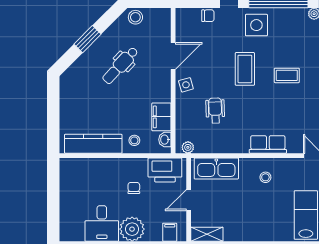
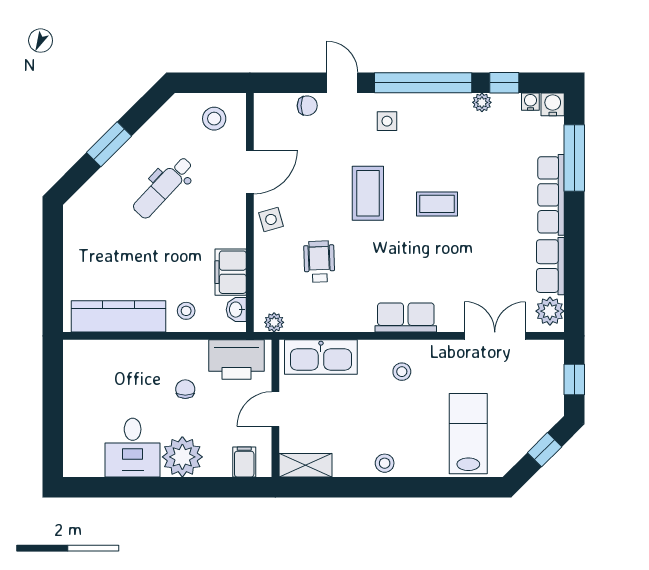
stool: (135, 17) -> (214, 119), moved
side table: (256, 25) -> (387, 121), width x0.54, depth x0.54
stool: (255, 233) -> (385, 463), added

